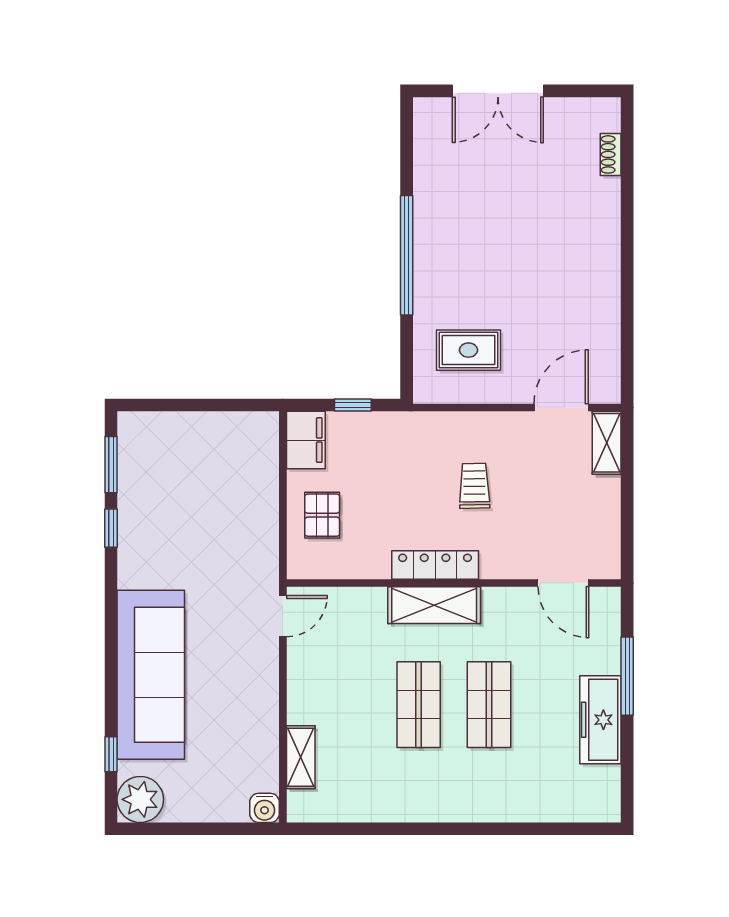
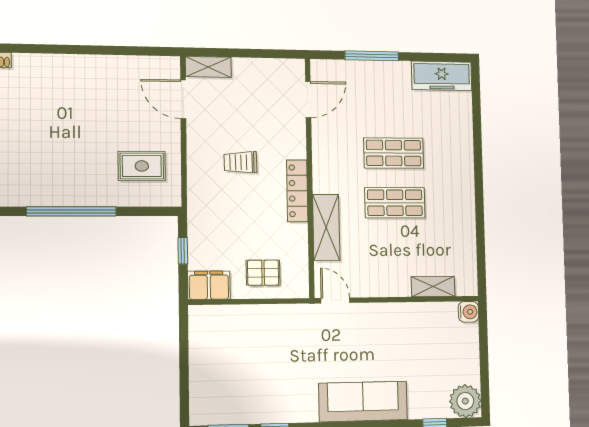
rug: (468, 350) -> (142, 166), turned 90
shelving: (434, 605) -> (326, 228), moved
sofa: (151, 675) -> (363, 401), width x0.74, depth x0.79
freezer: (600, 720) -> (442, 76), moved

